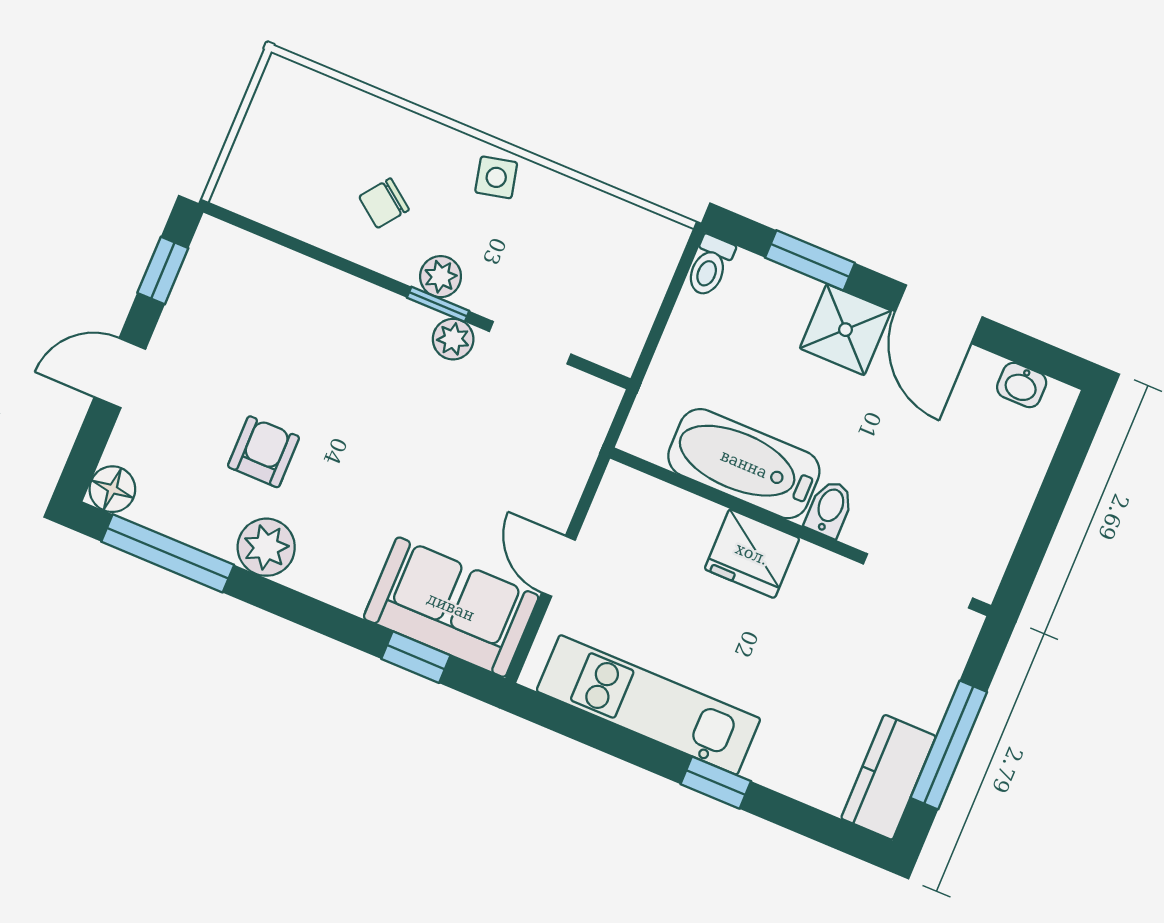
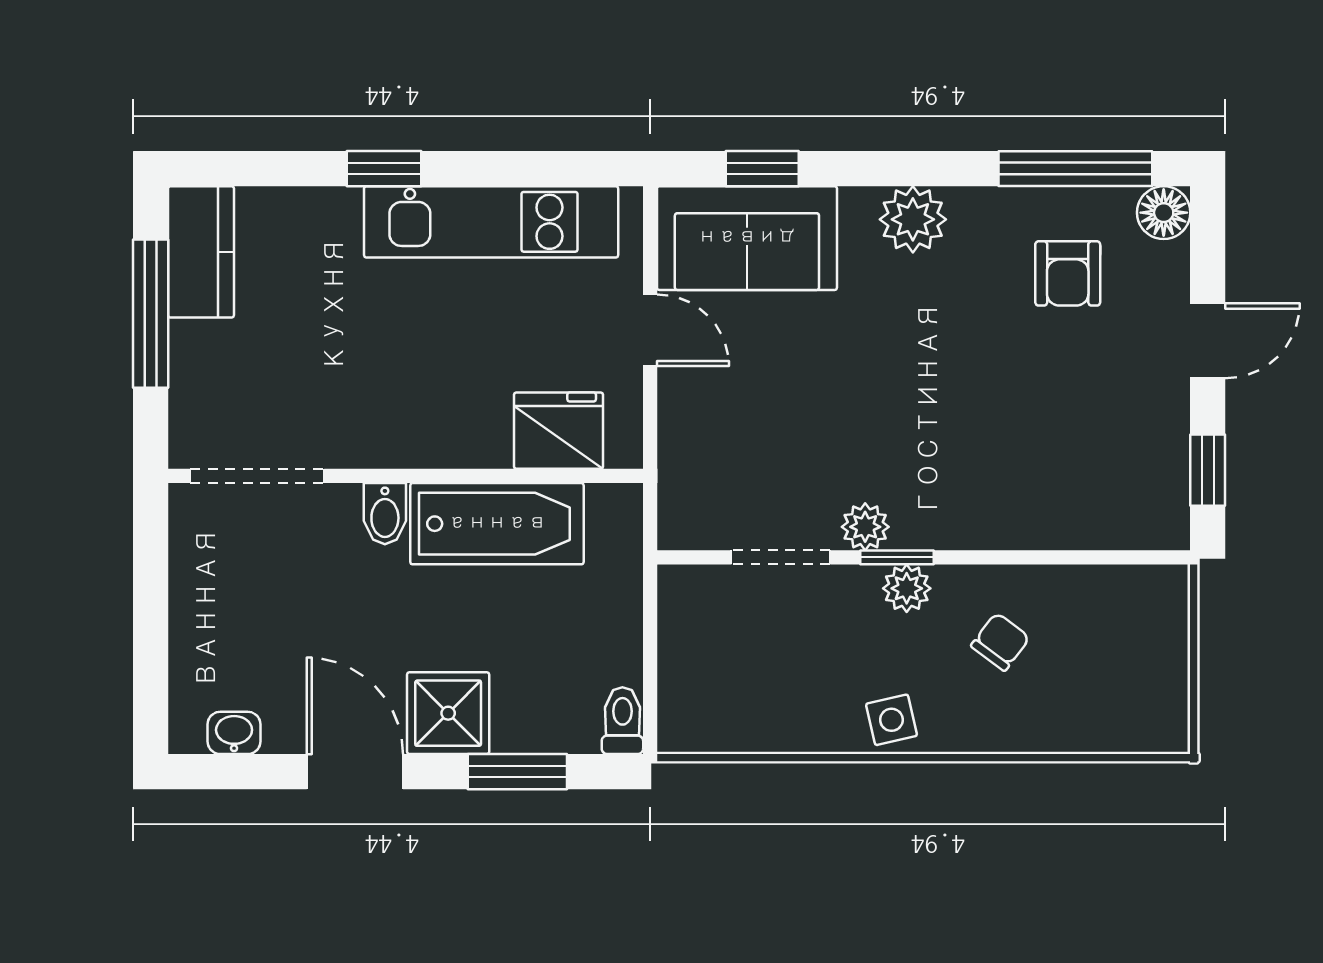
armchair: (264, 452) -> (1068, 273), moved
plant: (266, 547) -> (913, 219), moved
fridge: (752, 554) -> (559, 431), moved

